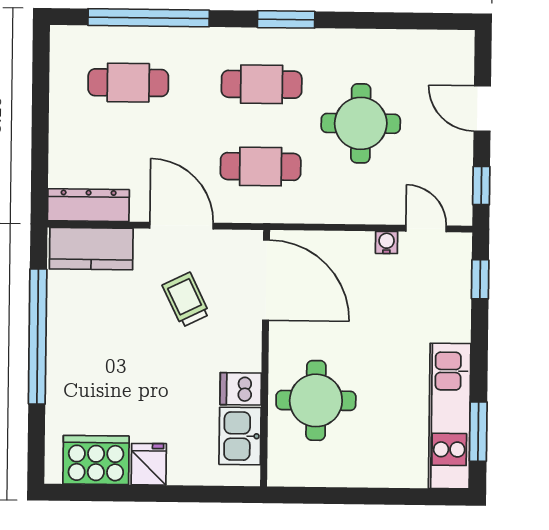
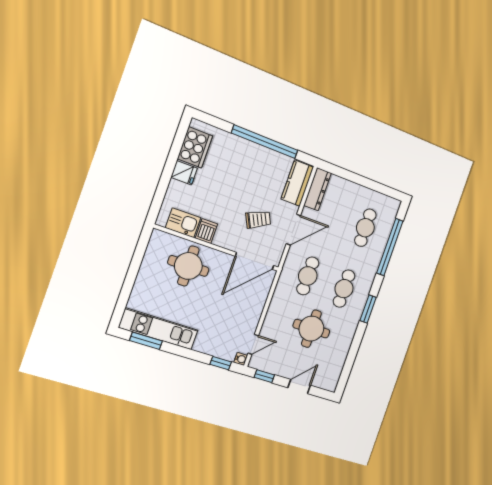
water cooler: (387, 242) -> (241, 359), moved

